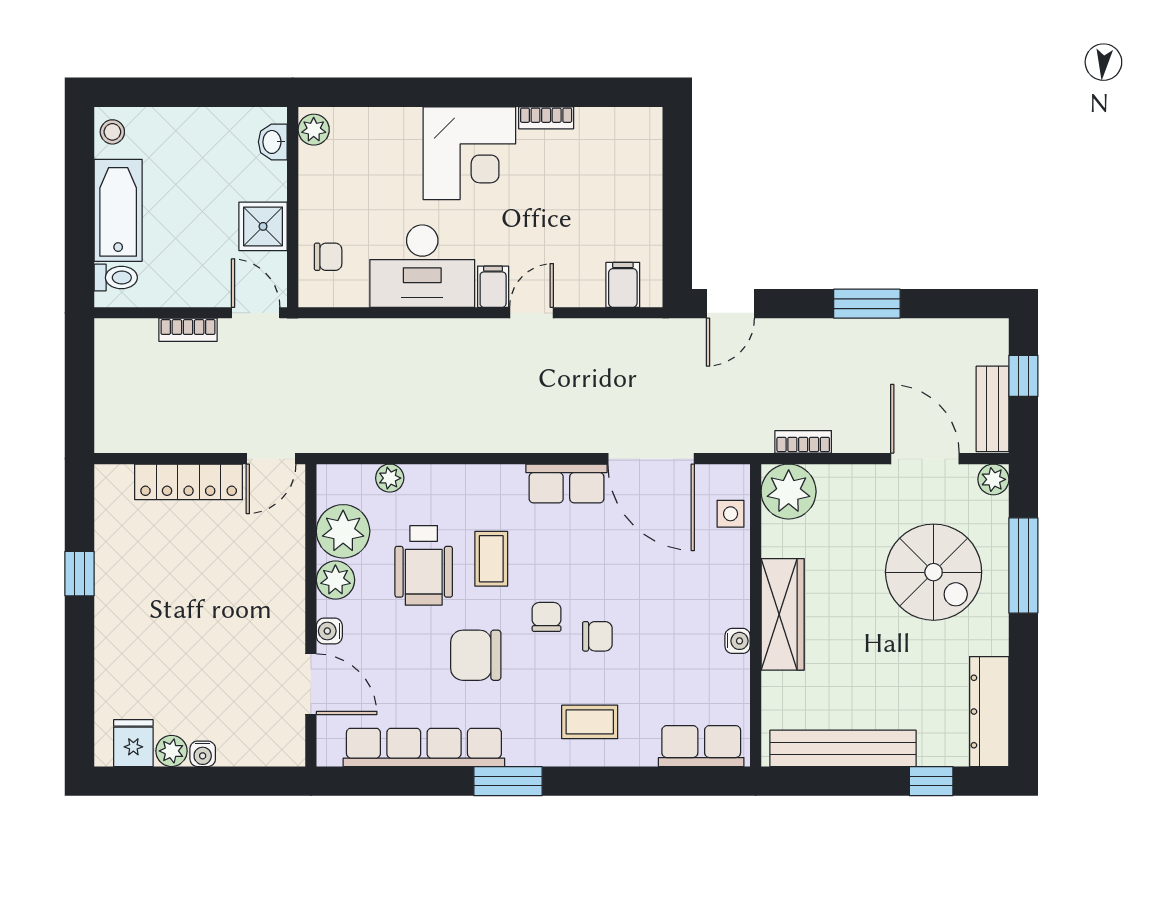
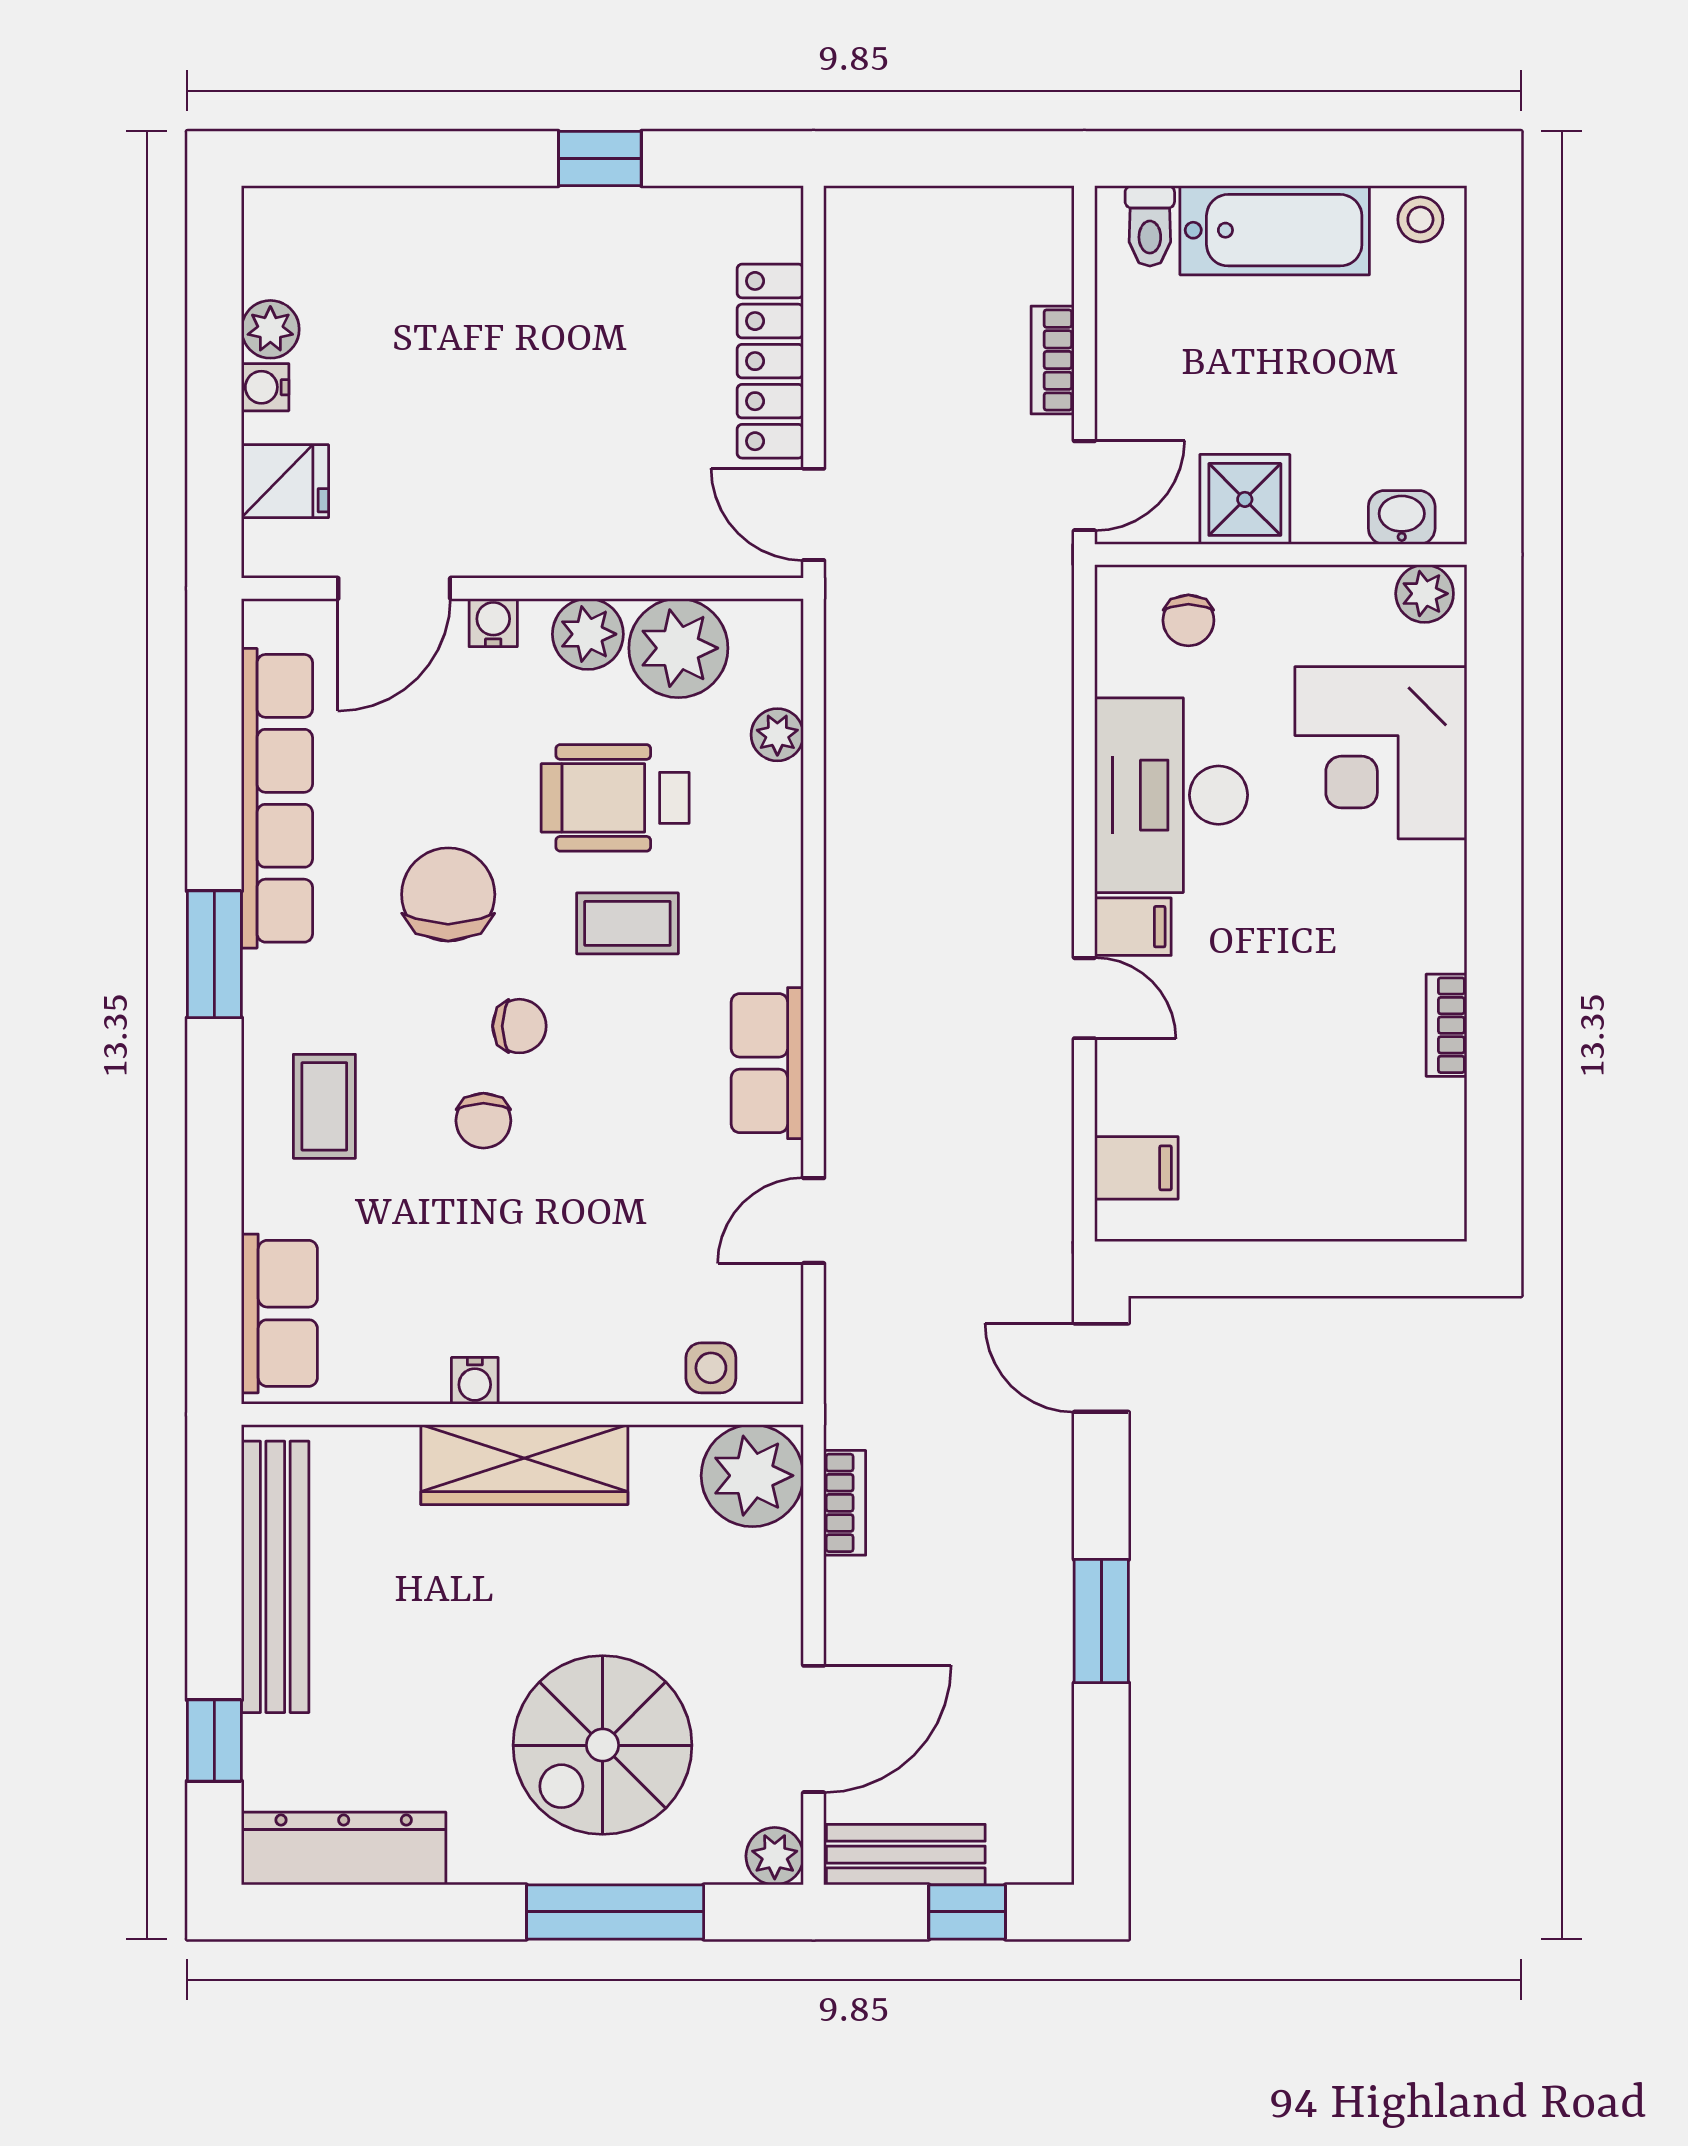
corner desk: (469, 153) -> (1381, 753), moved
door: (651, 459) -> (814, 1221), width x0.53
fridge: (133, 743) -> (285, 481), moved

